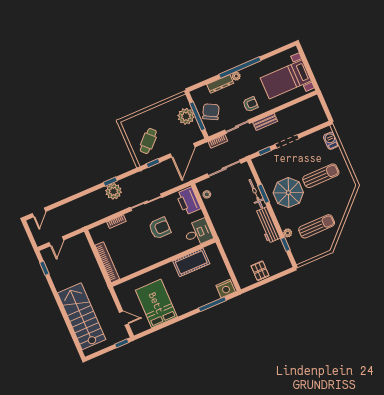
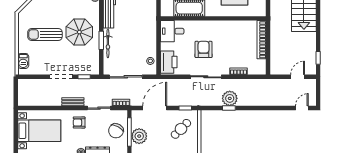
armchair: (160, 228) -> (204, 49), turned 90

